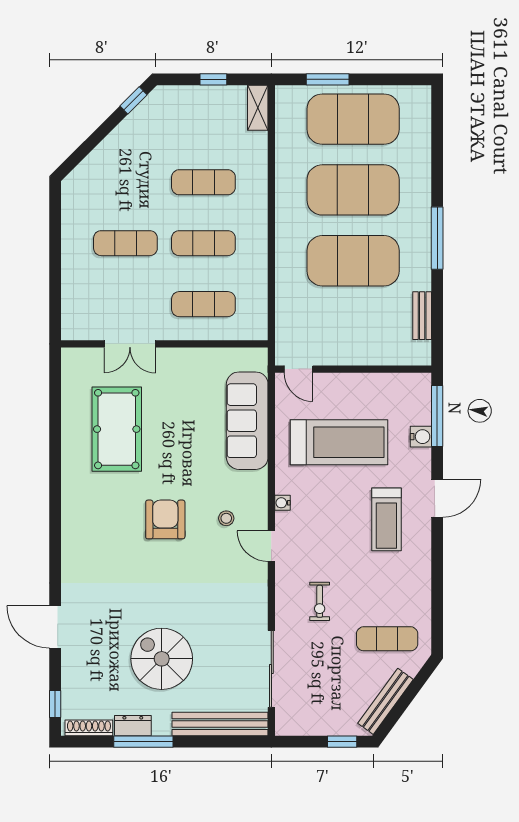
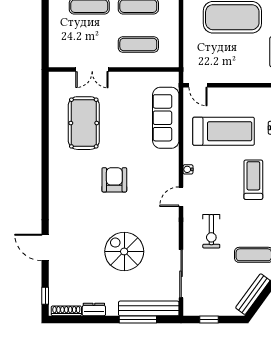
stool: (226, 518) -> (153, 179), removed
treadmill: (386, 519) -> (253, 180), turned 180
door: (271, 546) -> (181, 197), hinge flipped
exercise bike: (320, 601) -> (211, 231), width x1.38, depth x1.39
spiral stairs: (162, 659) -> (124, 251), moved
window: (143, 742) -> (138, 320), moved
window: (342, 742) -> (209, 320), moved

